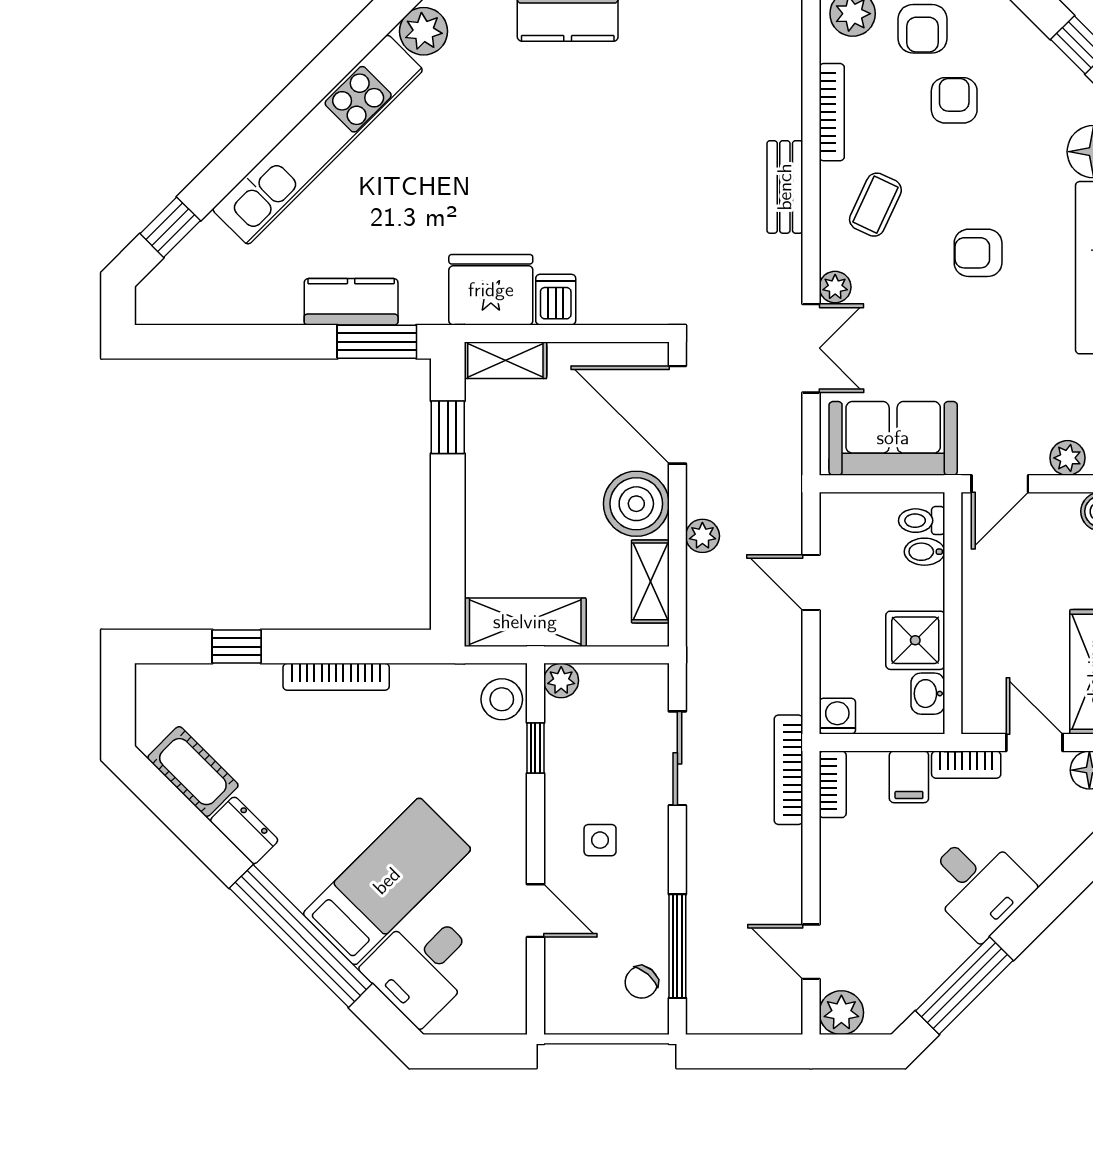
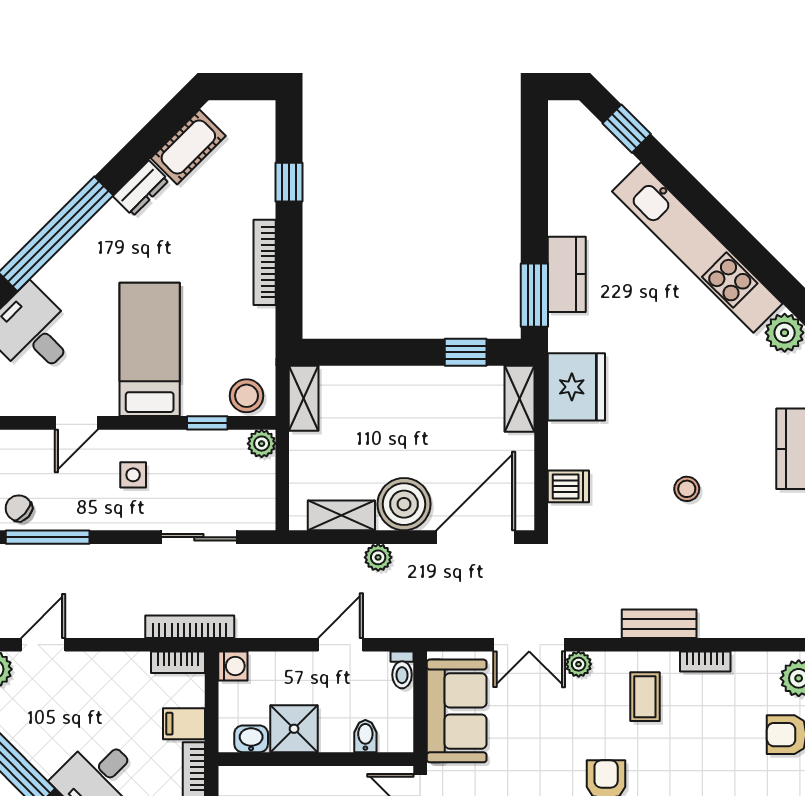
armchair: (954, 100) -> (729, 760), removed
bookcase: (832, 112) -> (705, 662), width x0.64
stool: (617, 153) -> (687, 489), added
coffee table: (875, 205) -> (645, 697), turned 65
dishwasher: (556, 300) -> (568, 486), moved
toilet: (922, 521) -> (402, 670), moved, turned 180
shelving: (525, 622) -> (304, 398), width x0.67, depth x0.75
bed: (387, 881) -> (150, 349), moved, turned -135

